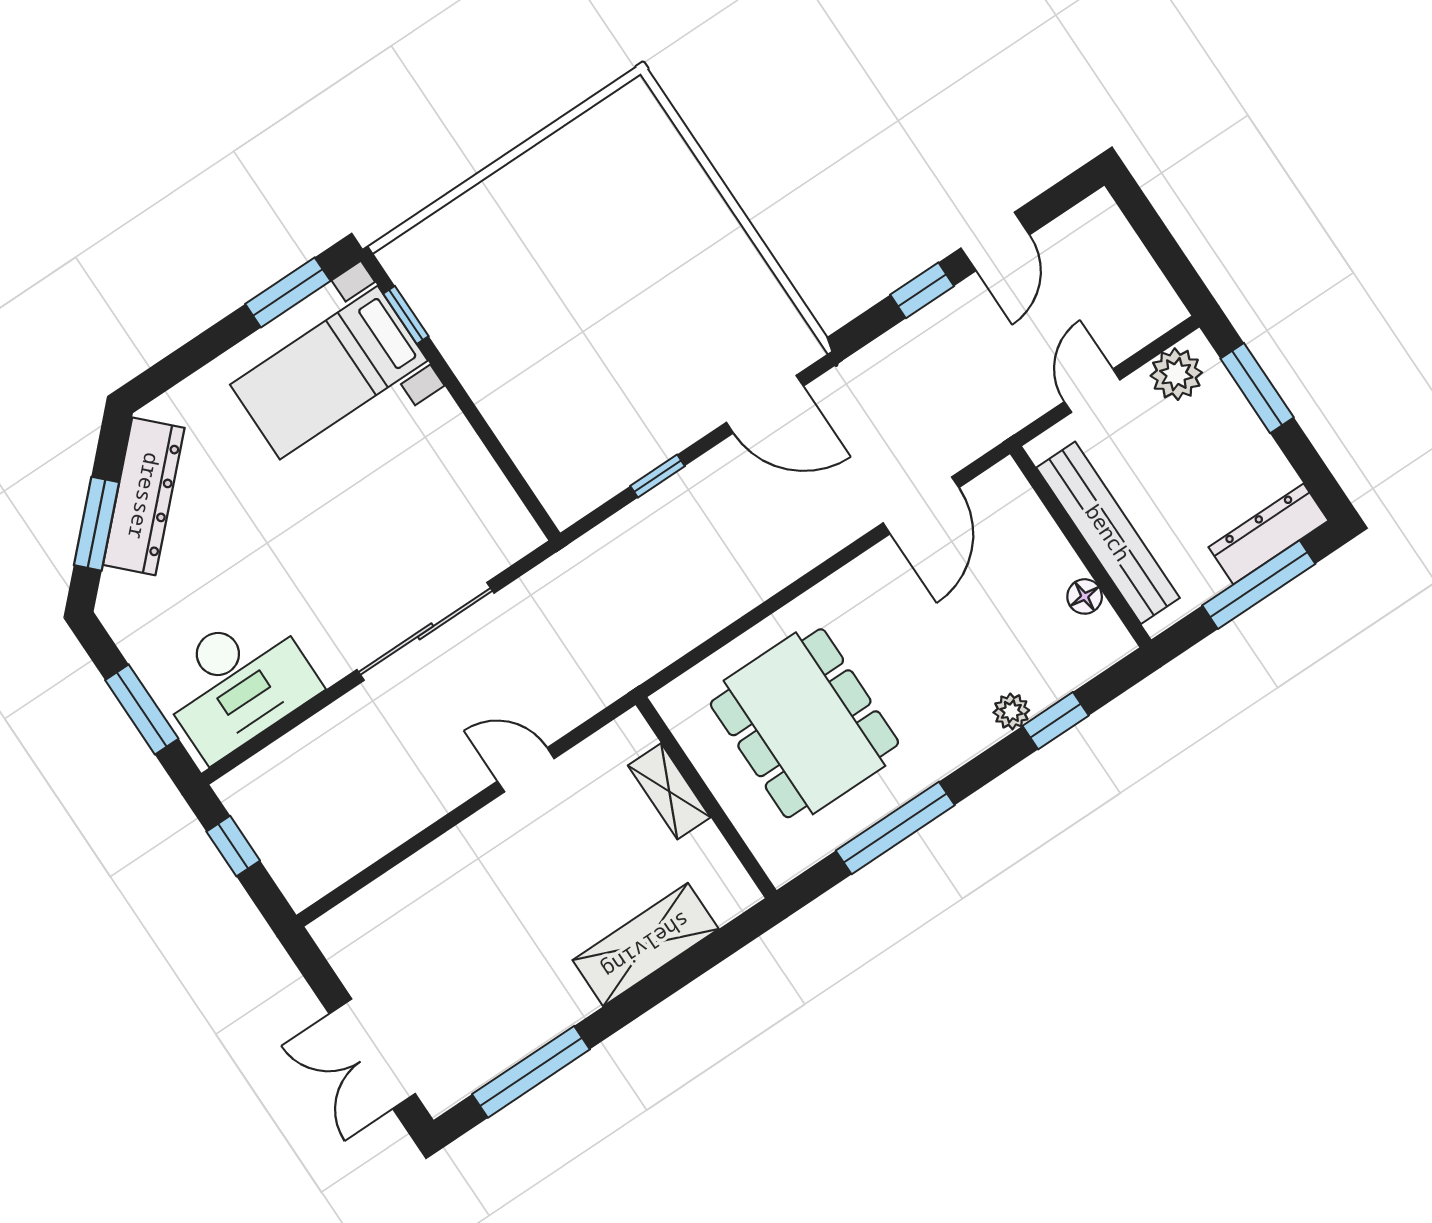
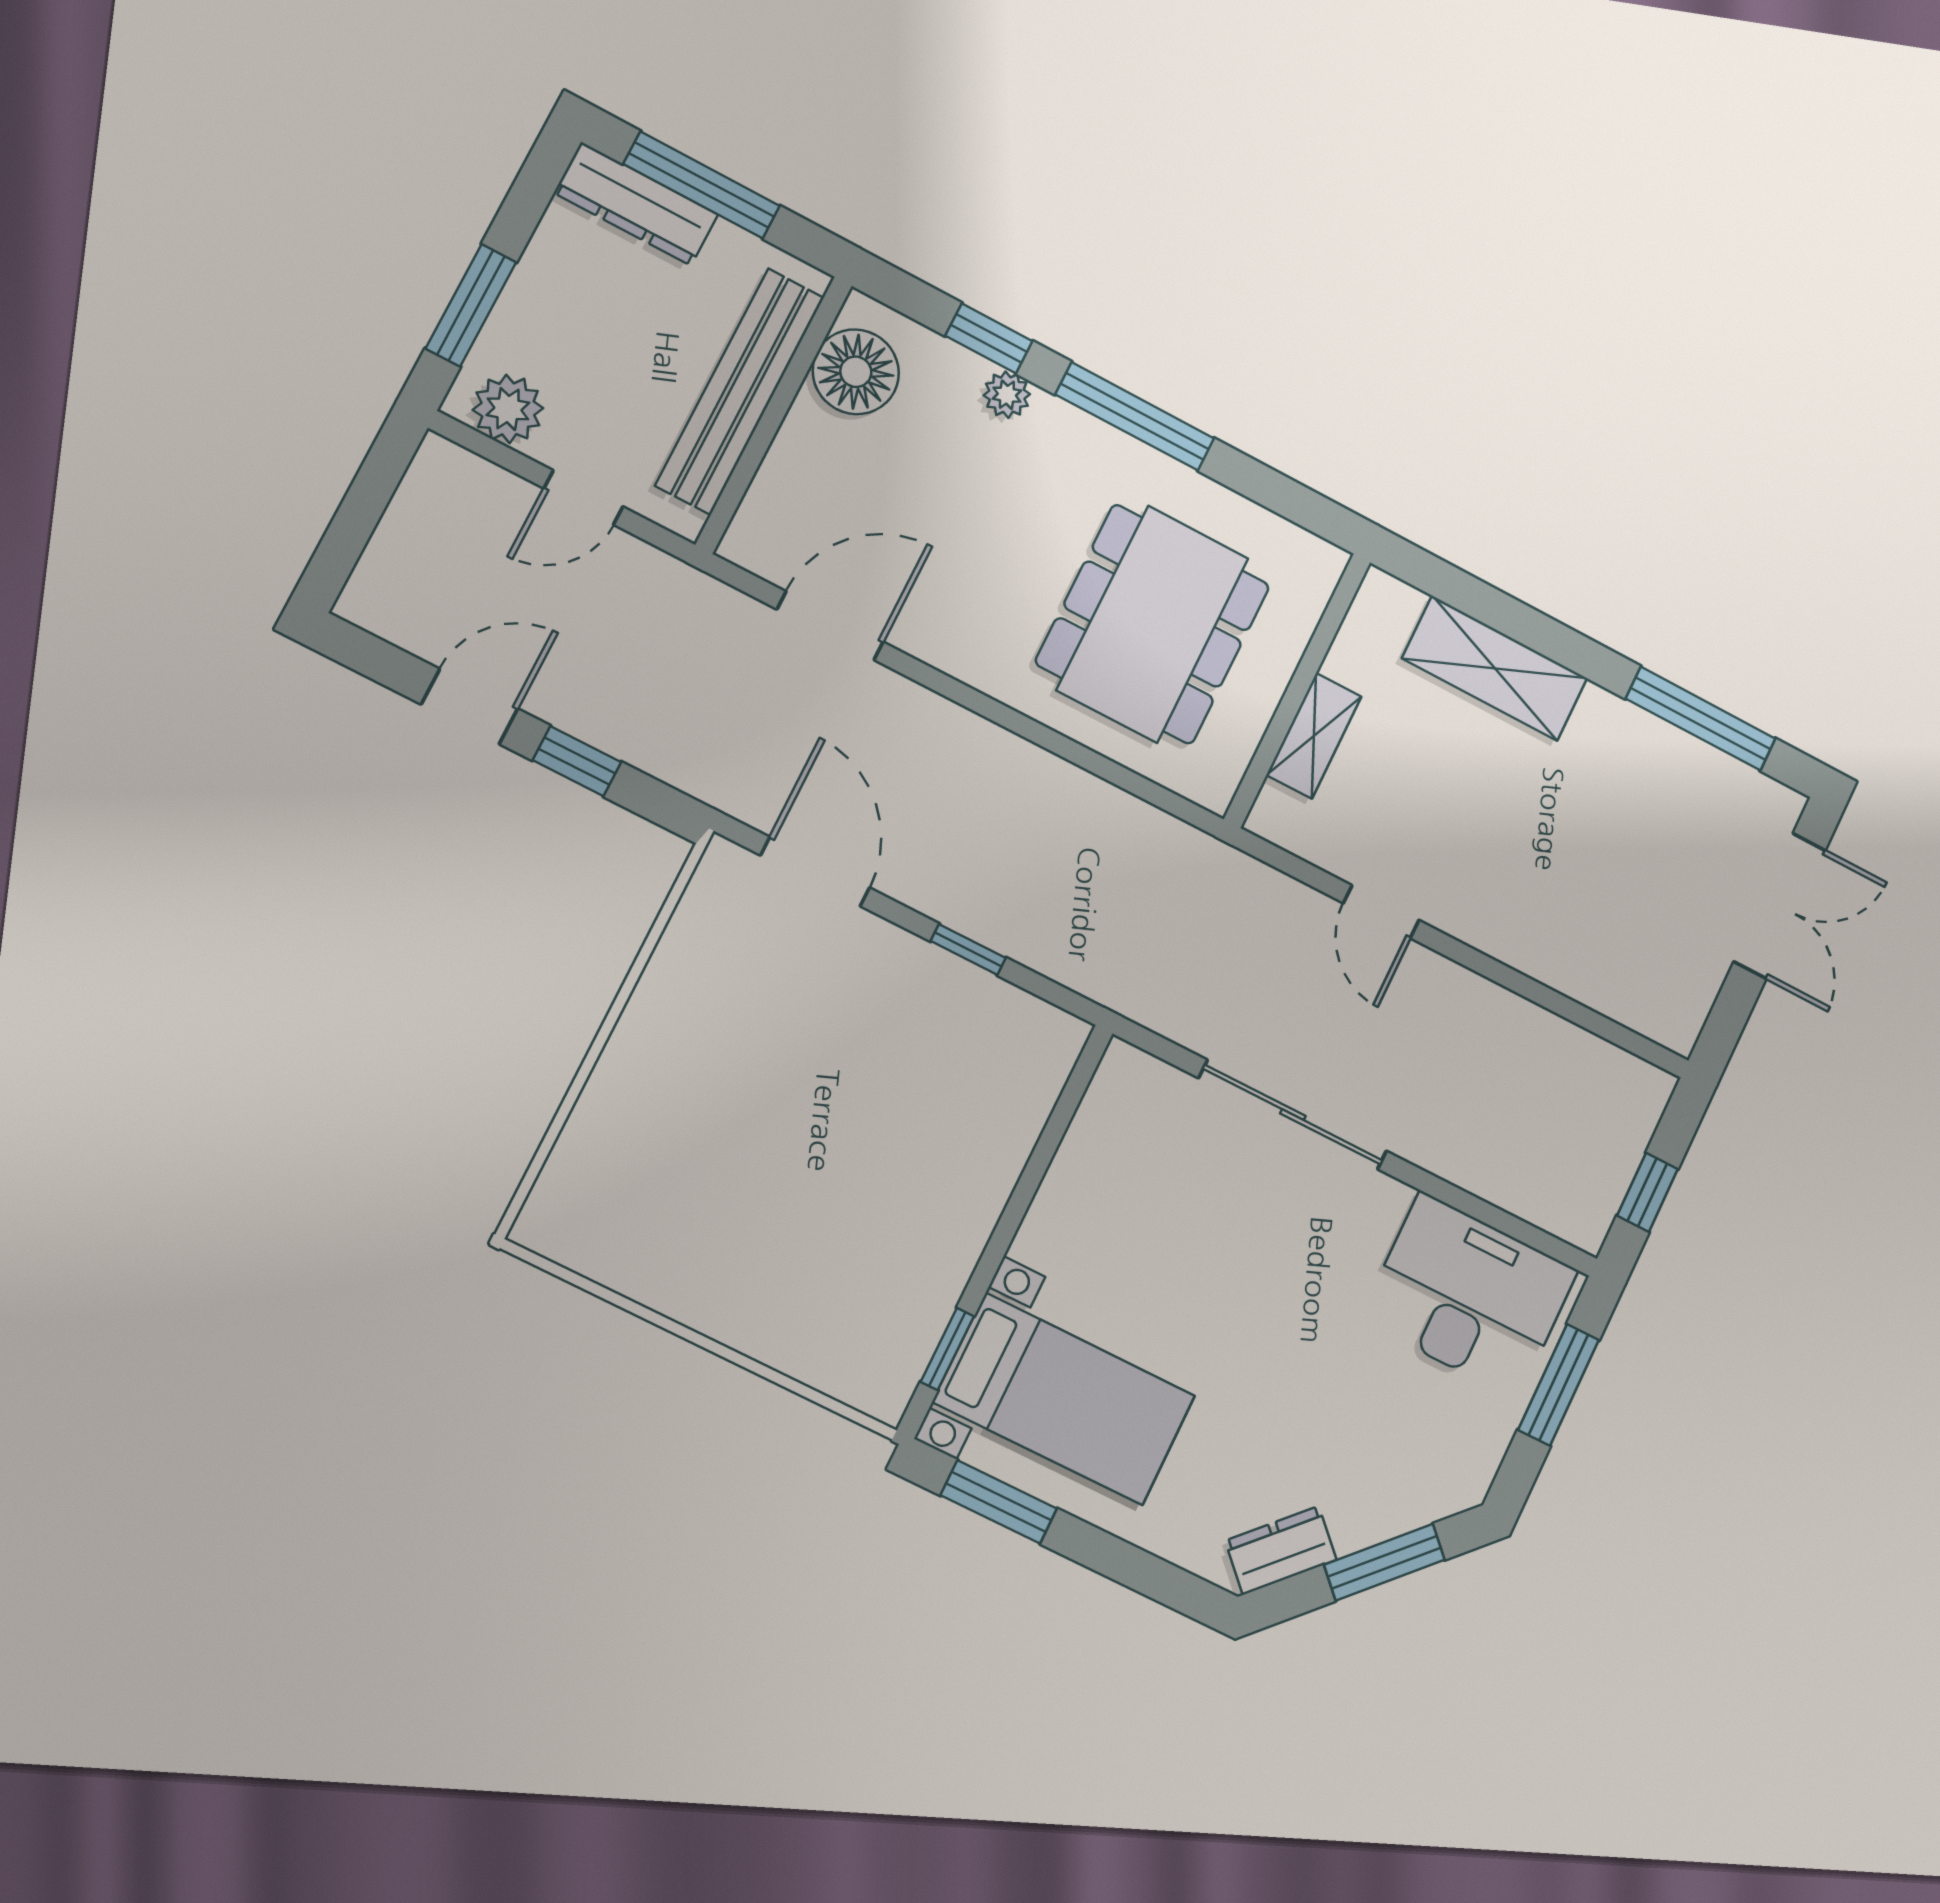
dresser: (144, 496) -> (1281, 1550), width x0.51, depth x0.80
floor lamp: (1085, 596) -> (856, 372), width x1.89, depth x1.89
window: (895, 828) -> (1135, 416), moved

